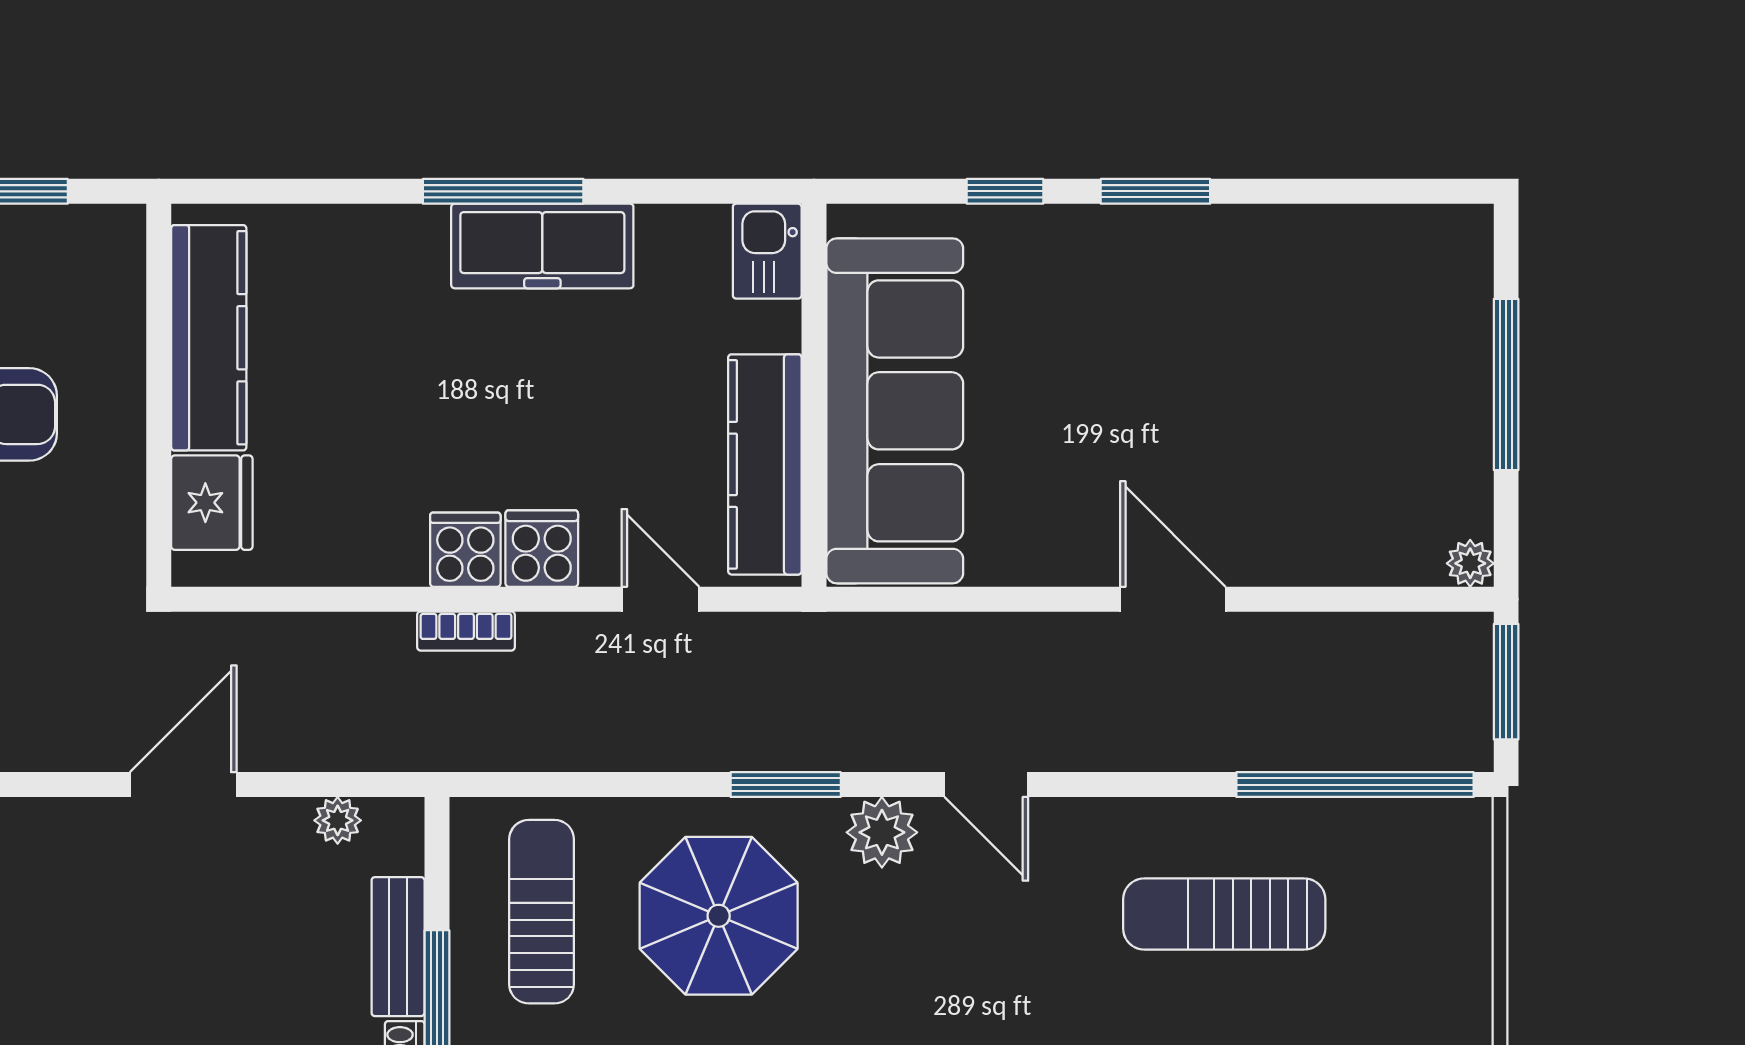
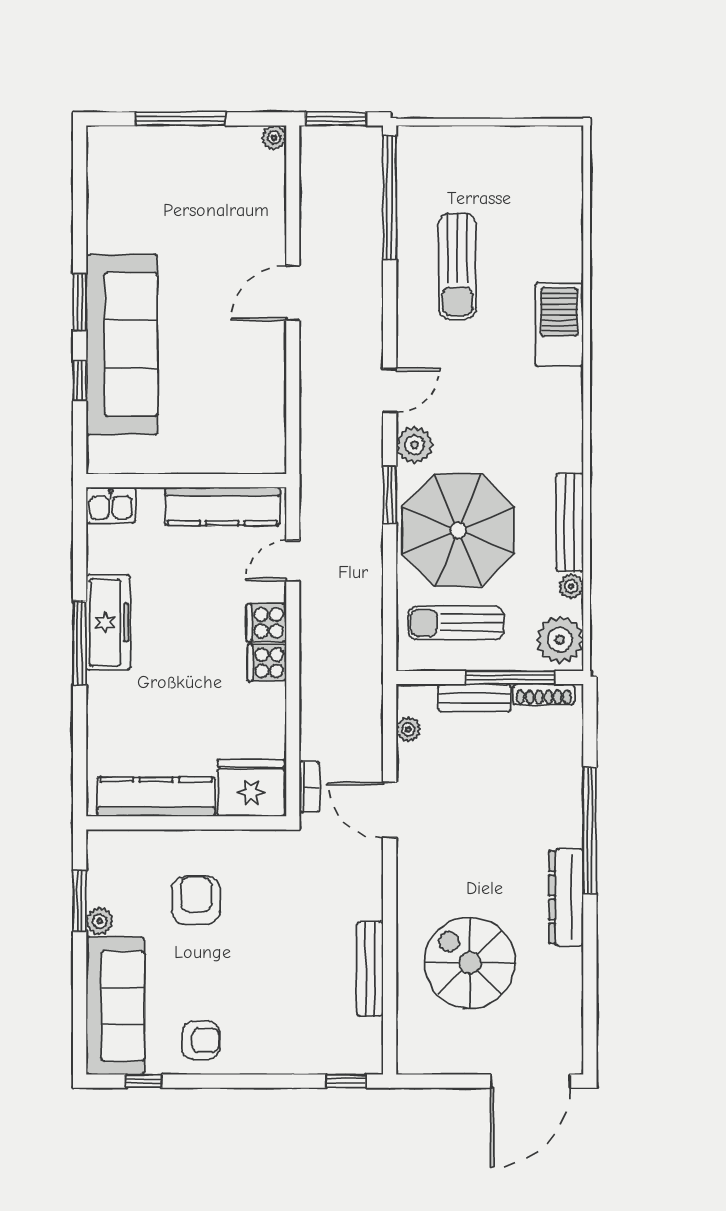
sofa: (895, 411) -> (122, 344), moved, turned 90
fridge: (212, 503) -> (251, 788), width x1.36, depth x1.34
bookcase: (466, 631) -> (309, 787), moved
parasol: (719, 916) -> (458, 530), width x1.36, depth x1.36

